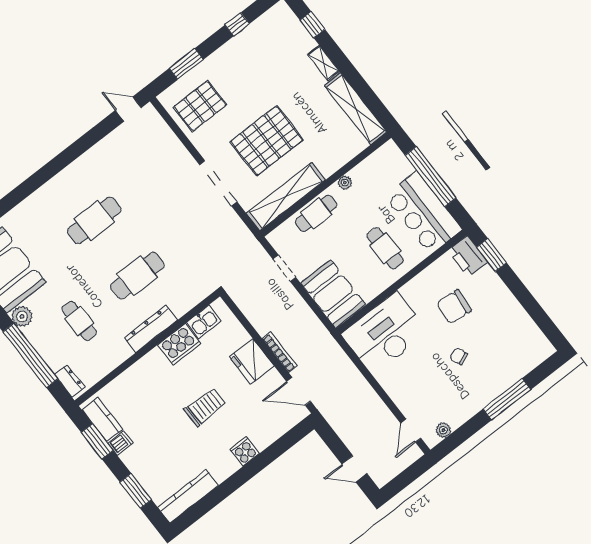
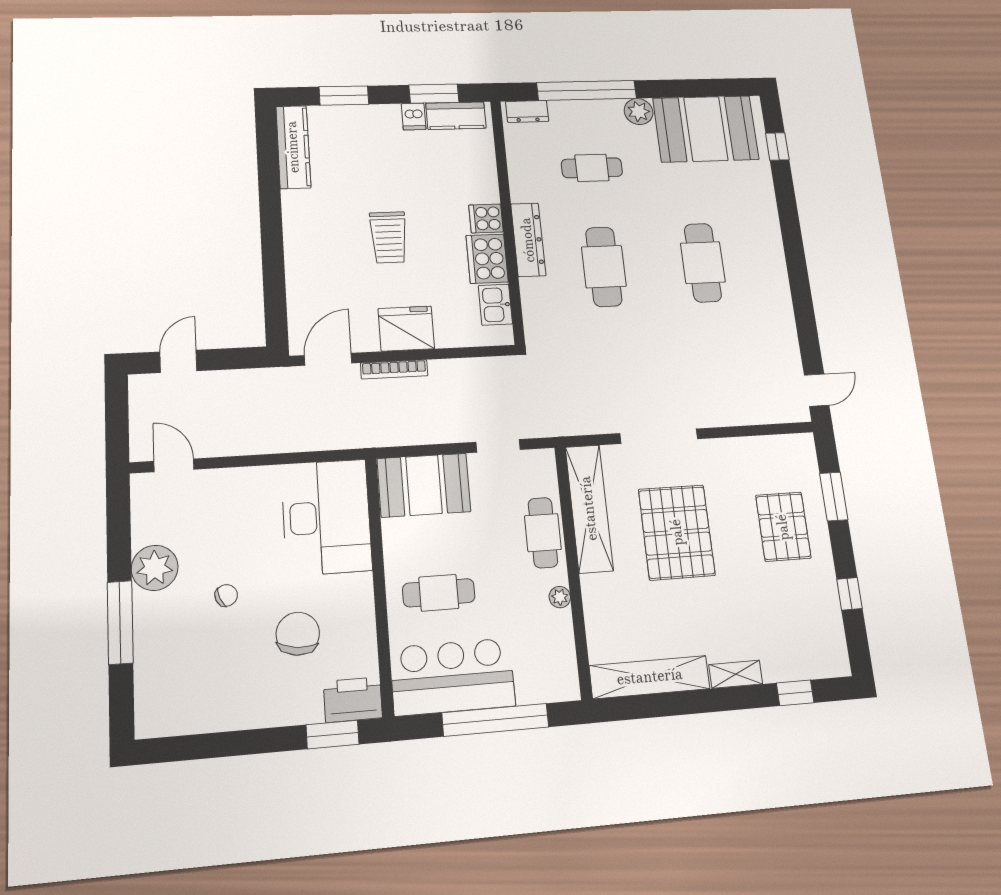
pallet: (200, 106) -> (783, 527), moved
plant: (443, 430) -> (155, 568), moved, width x1.87, depth x1.87
cooker: (244, 451) -> (486, 218), moved, turned 180

